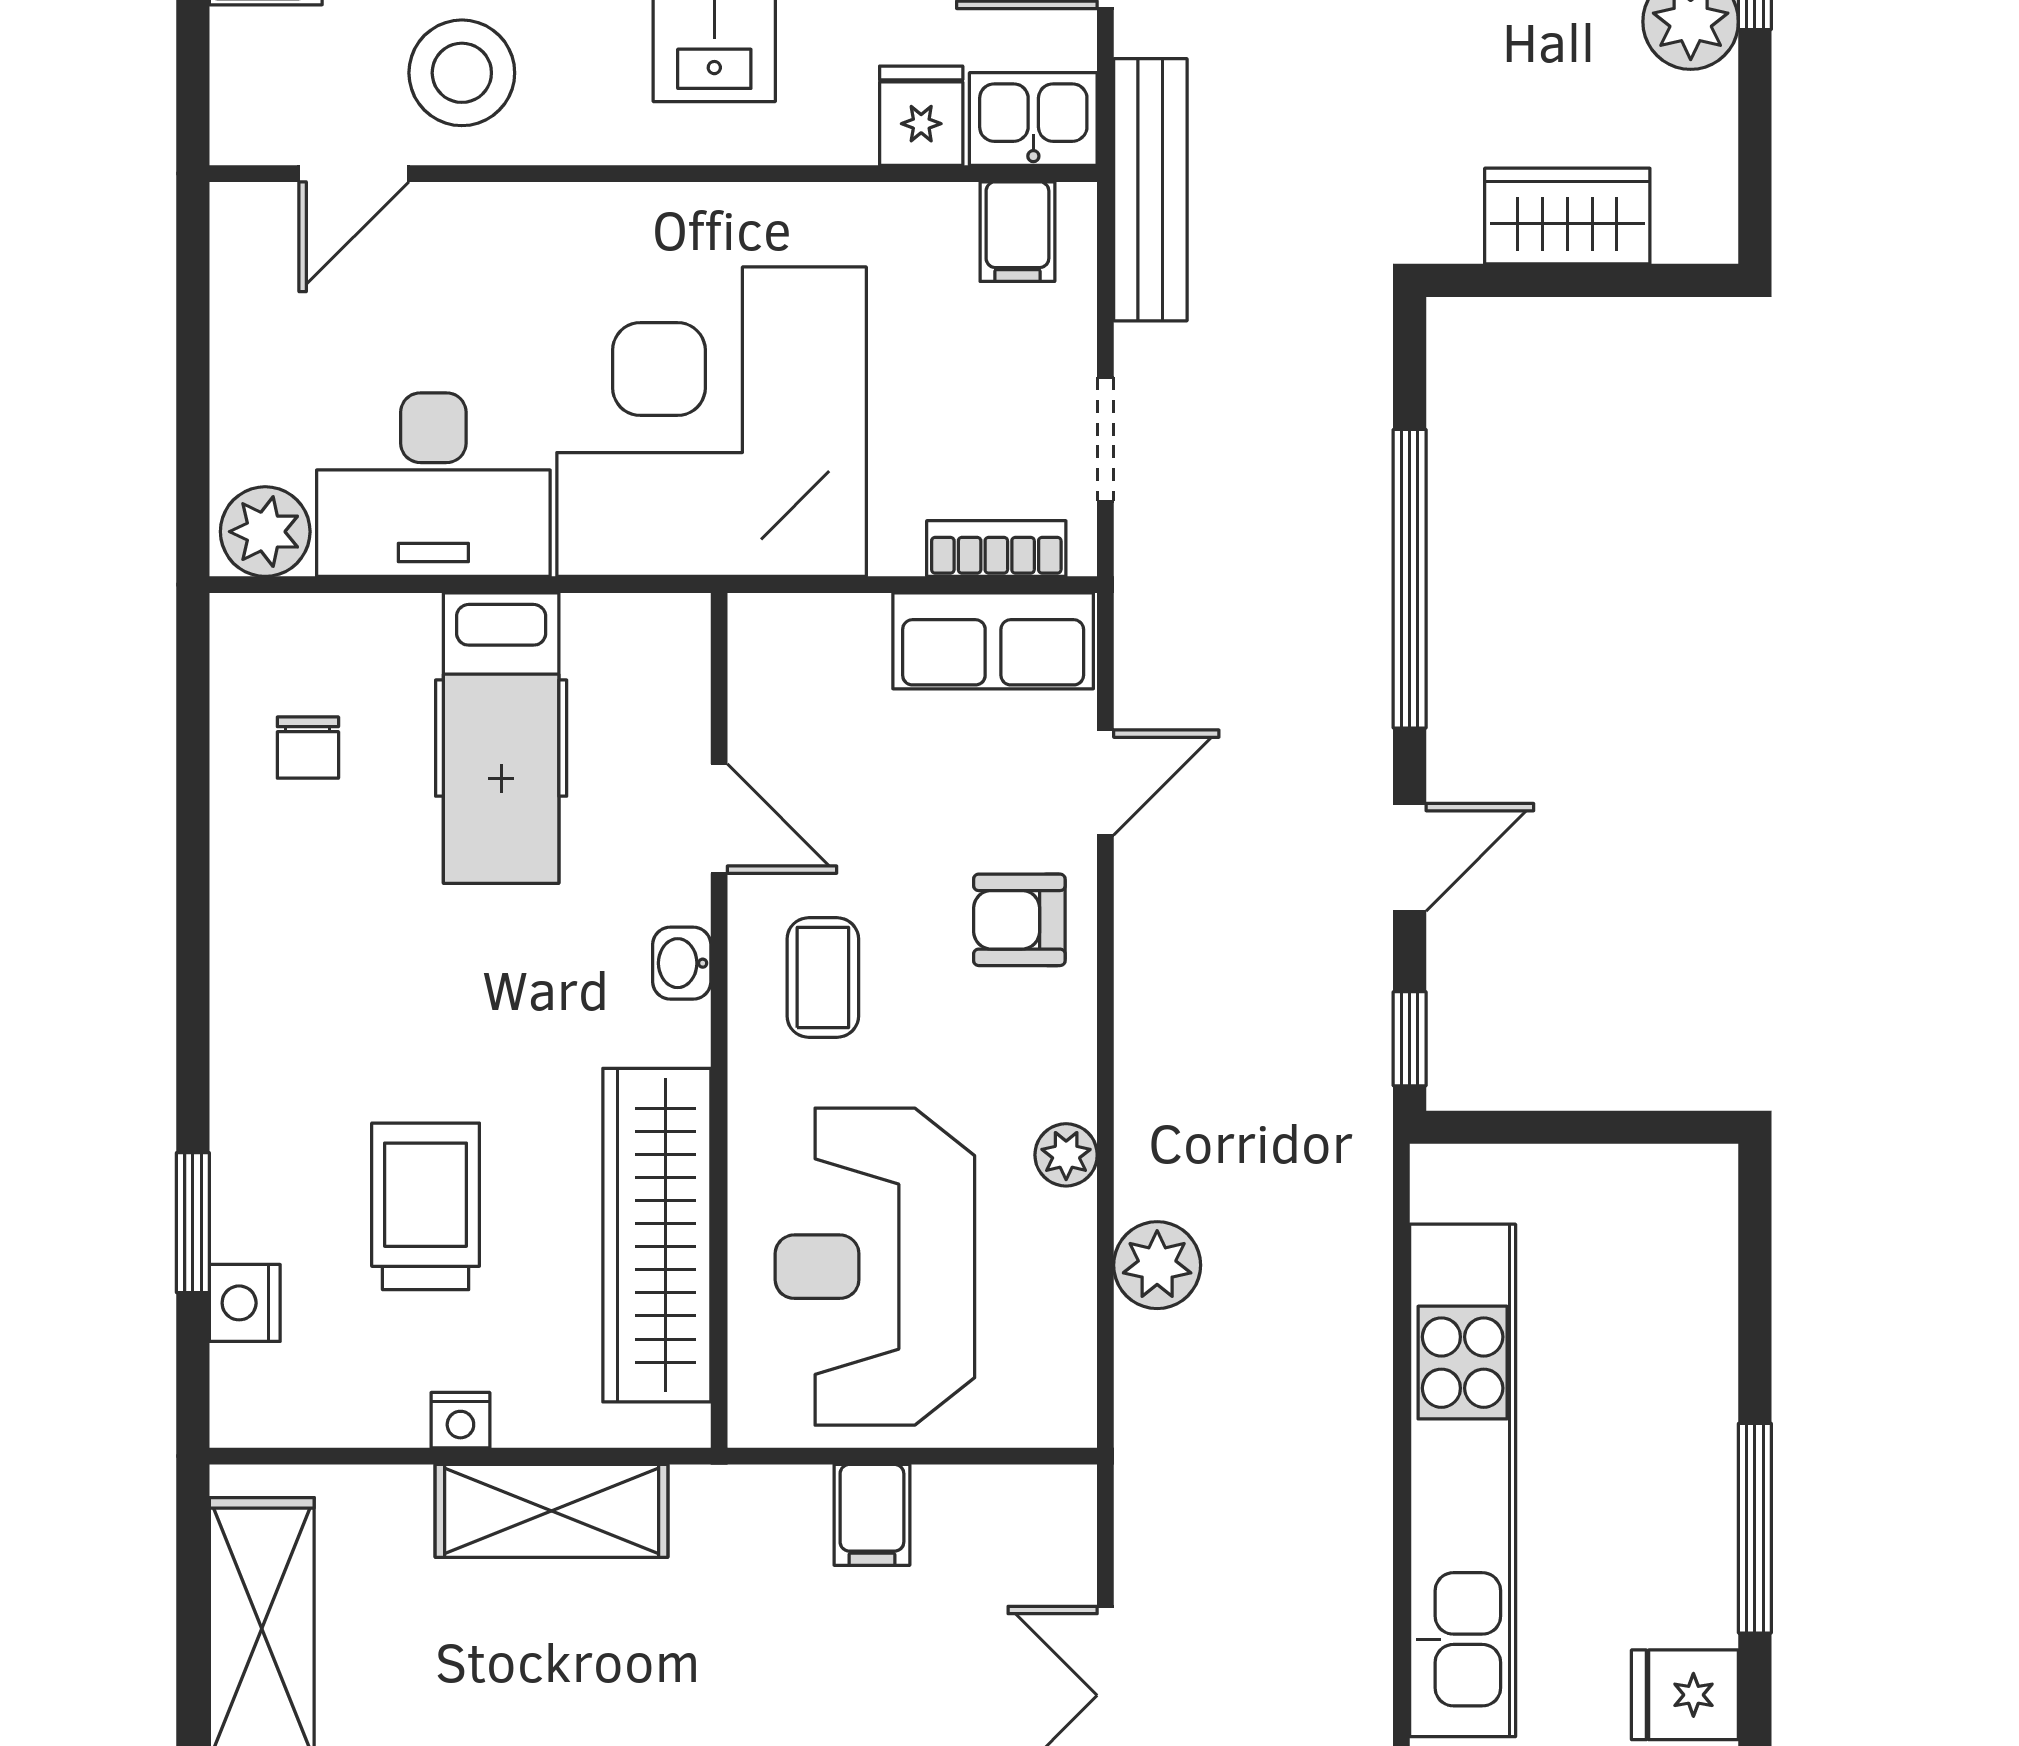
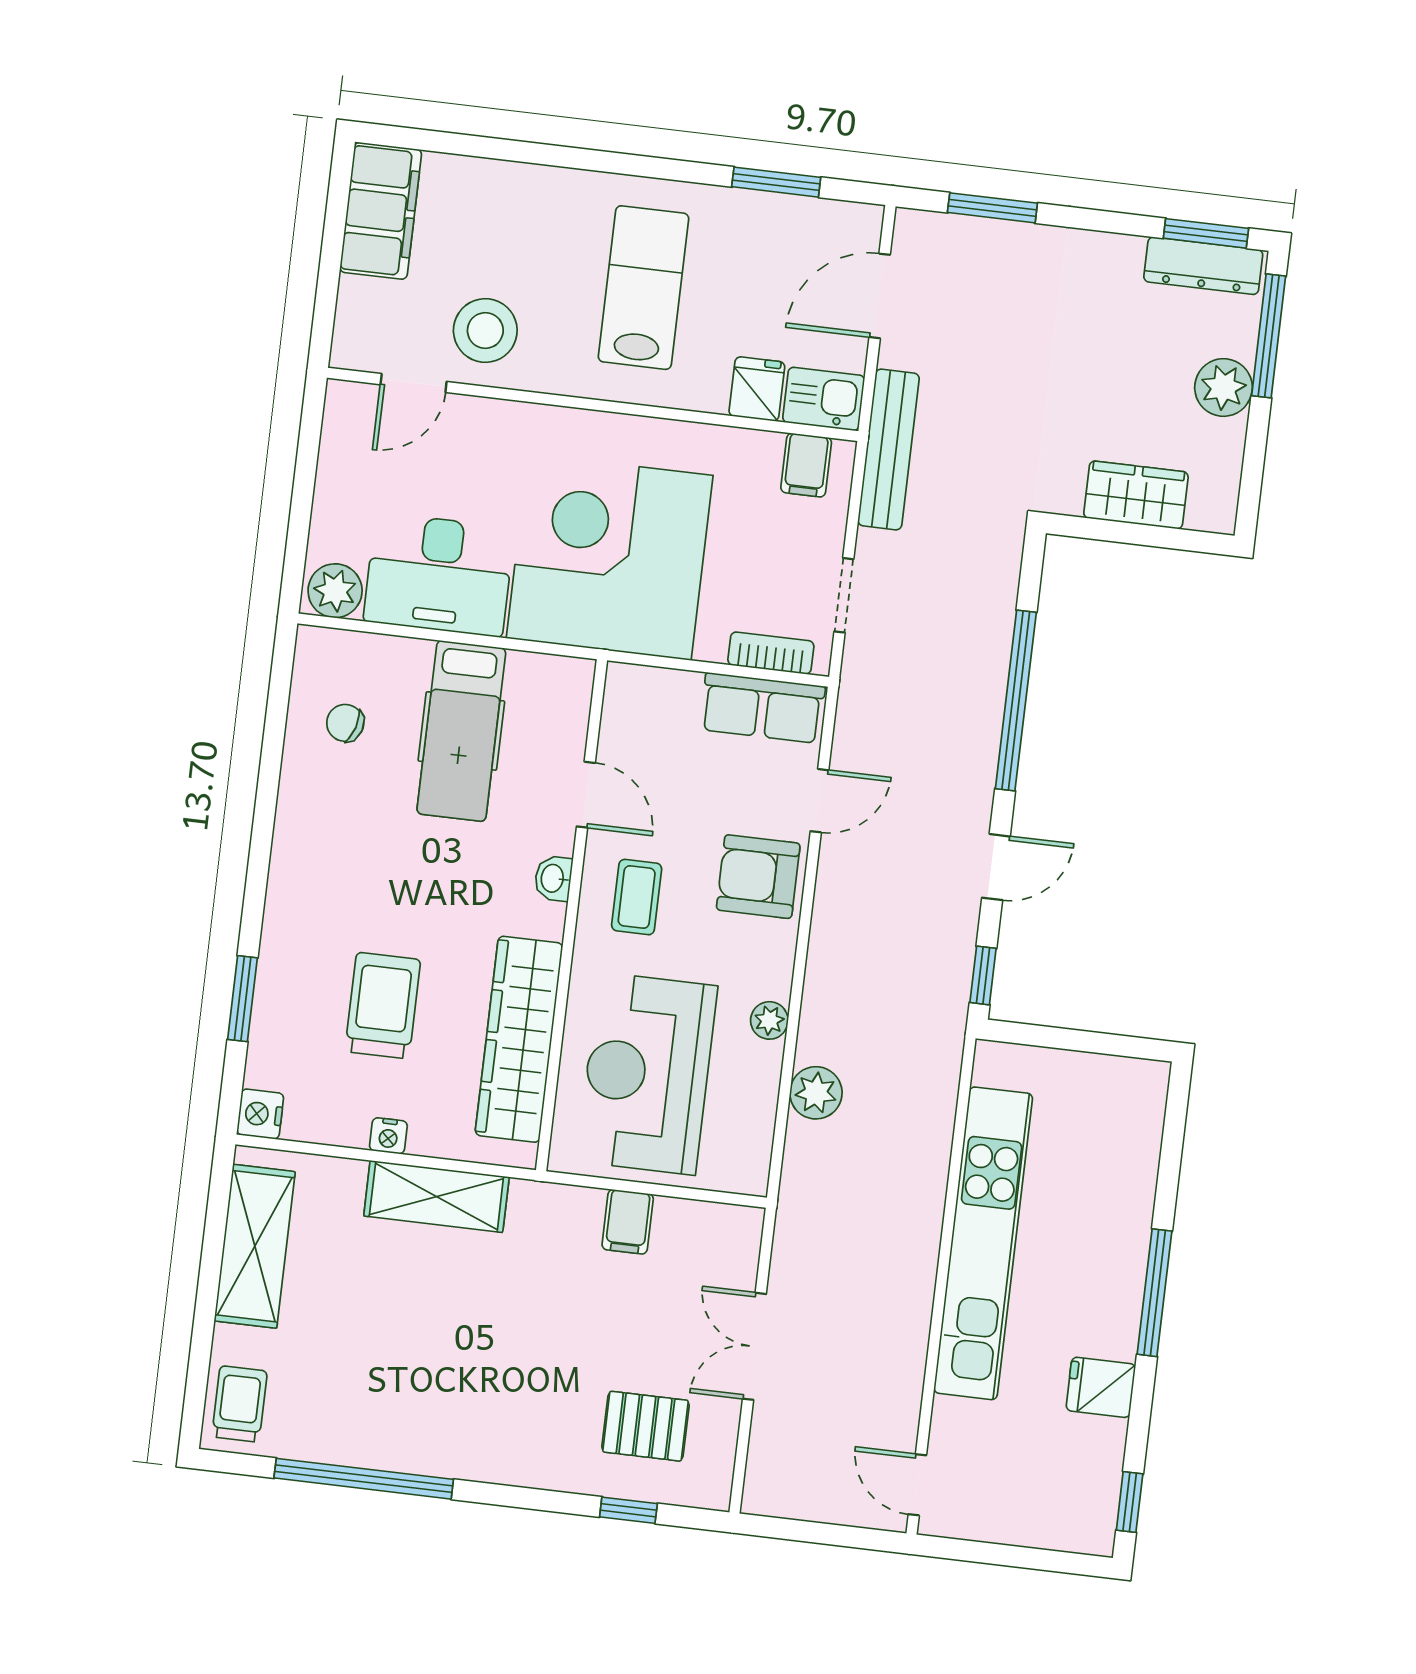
chair: (308, 748) -> (345, 723), turned 107
armchair: (1019, 920) -> (758, 877), width x1.38, depth x1.38
nightstand: (245, 1303) -> (260, 1114), moved

